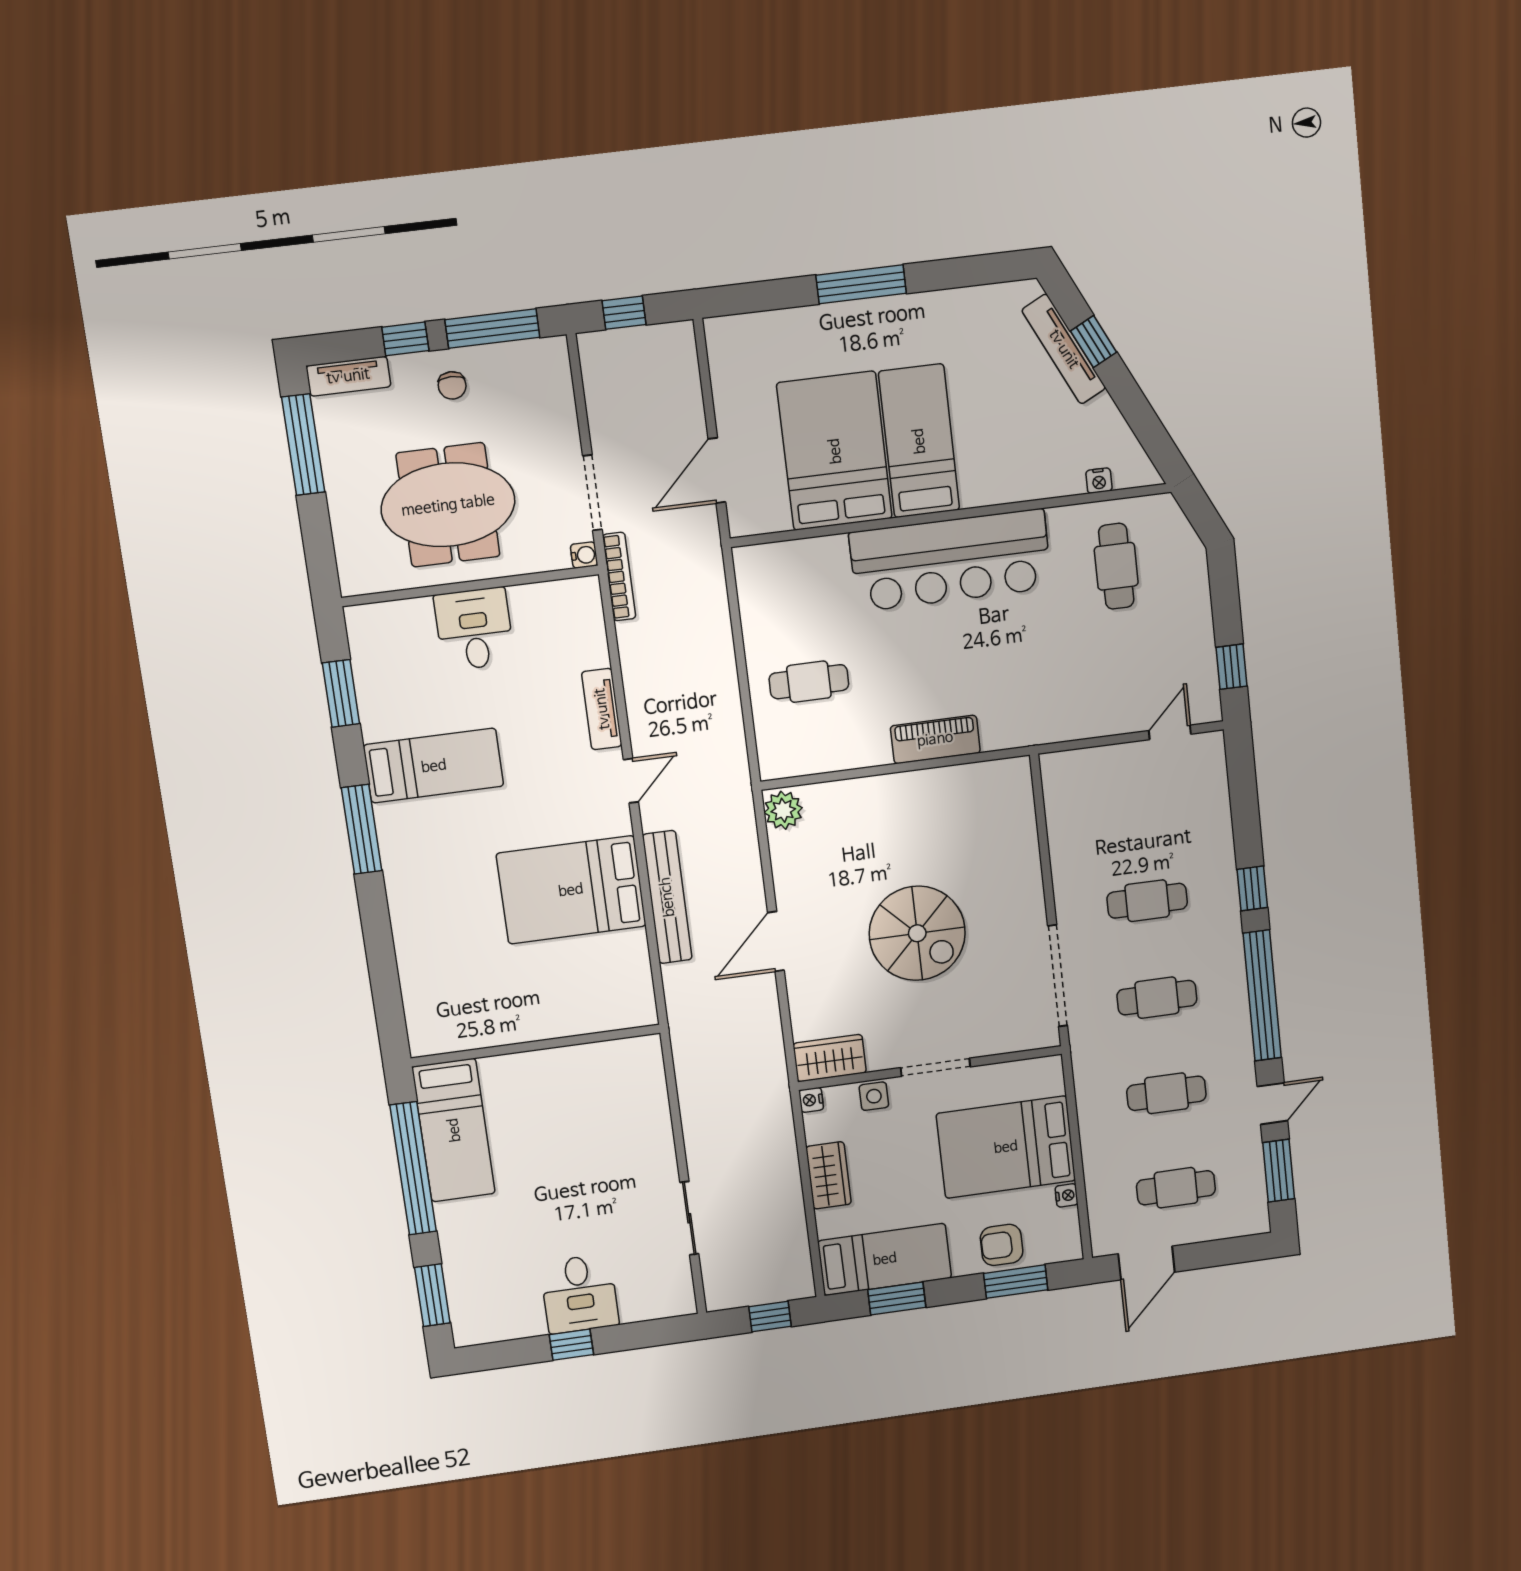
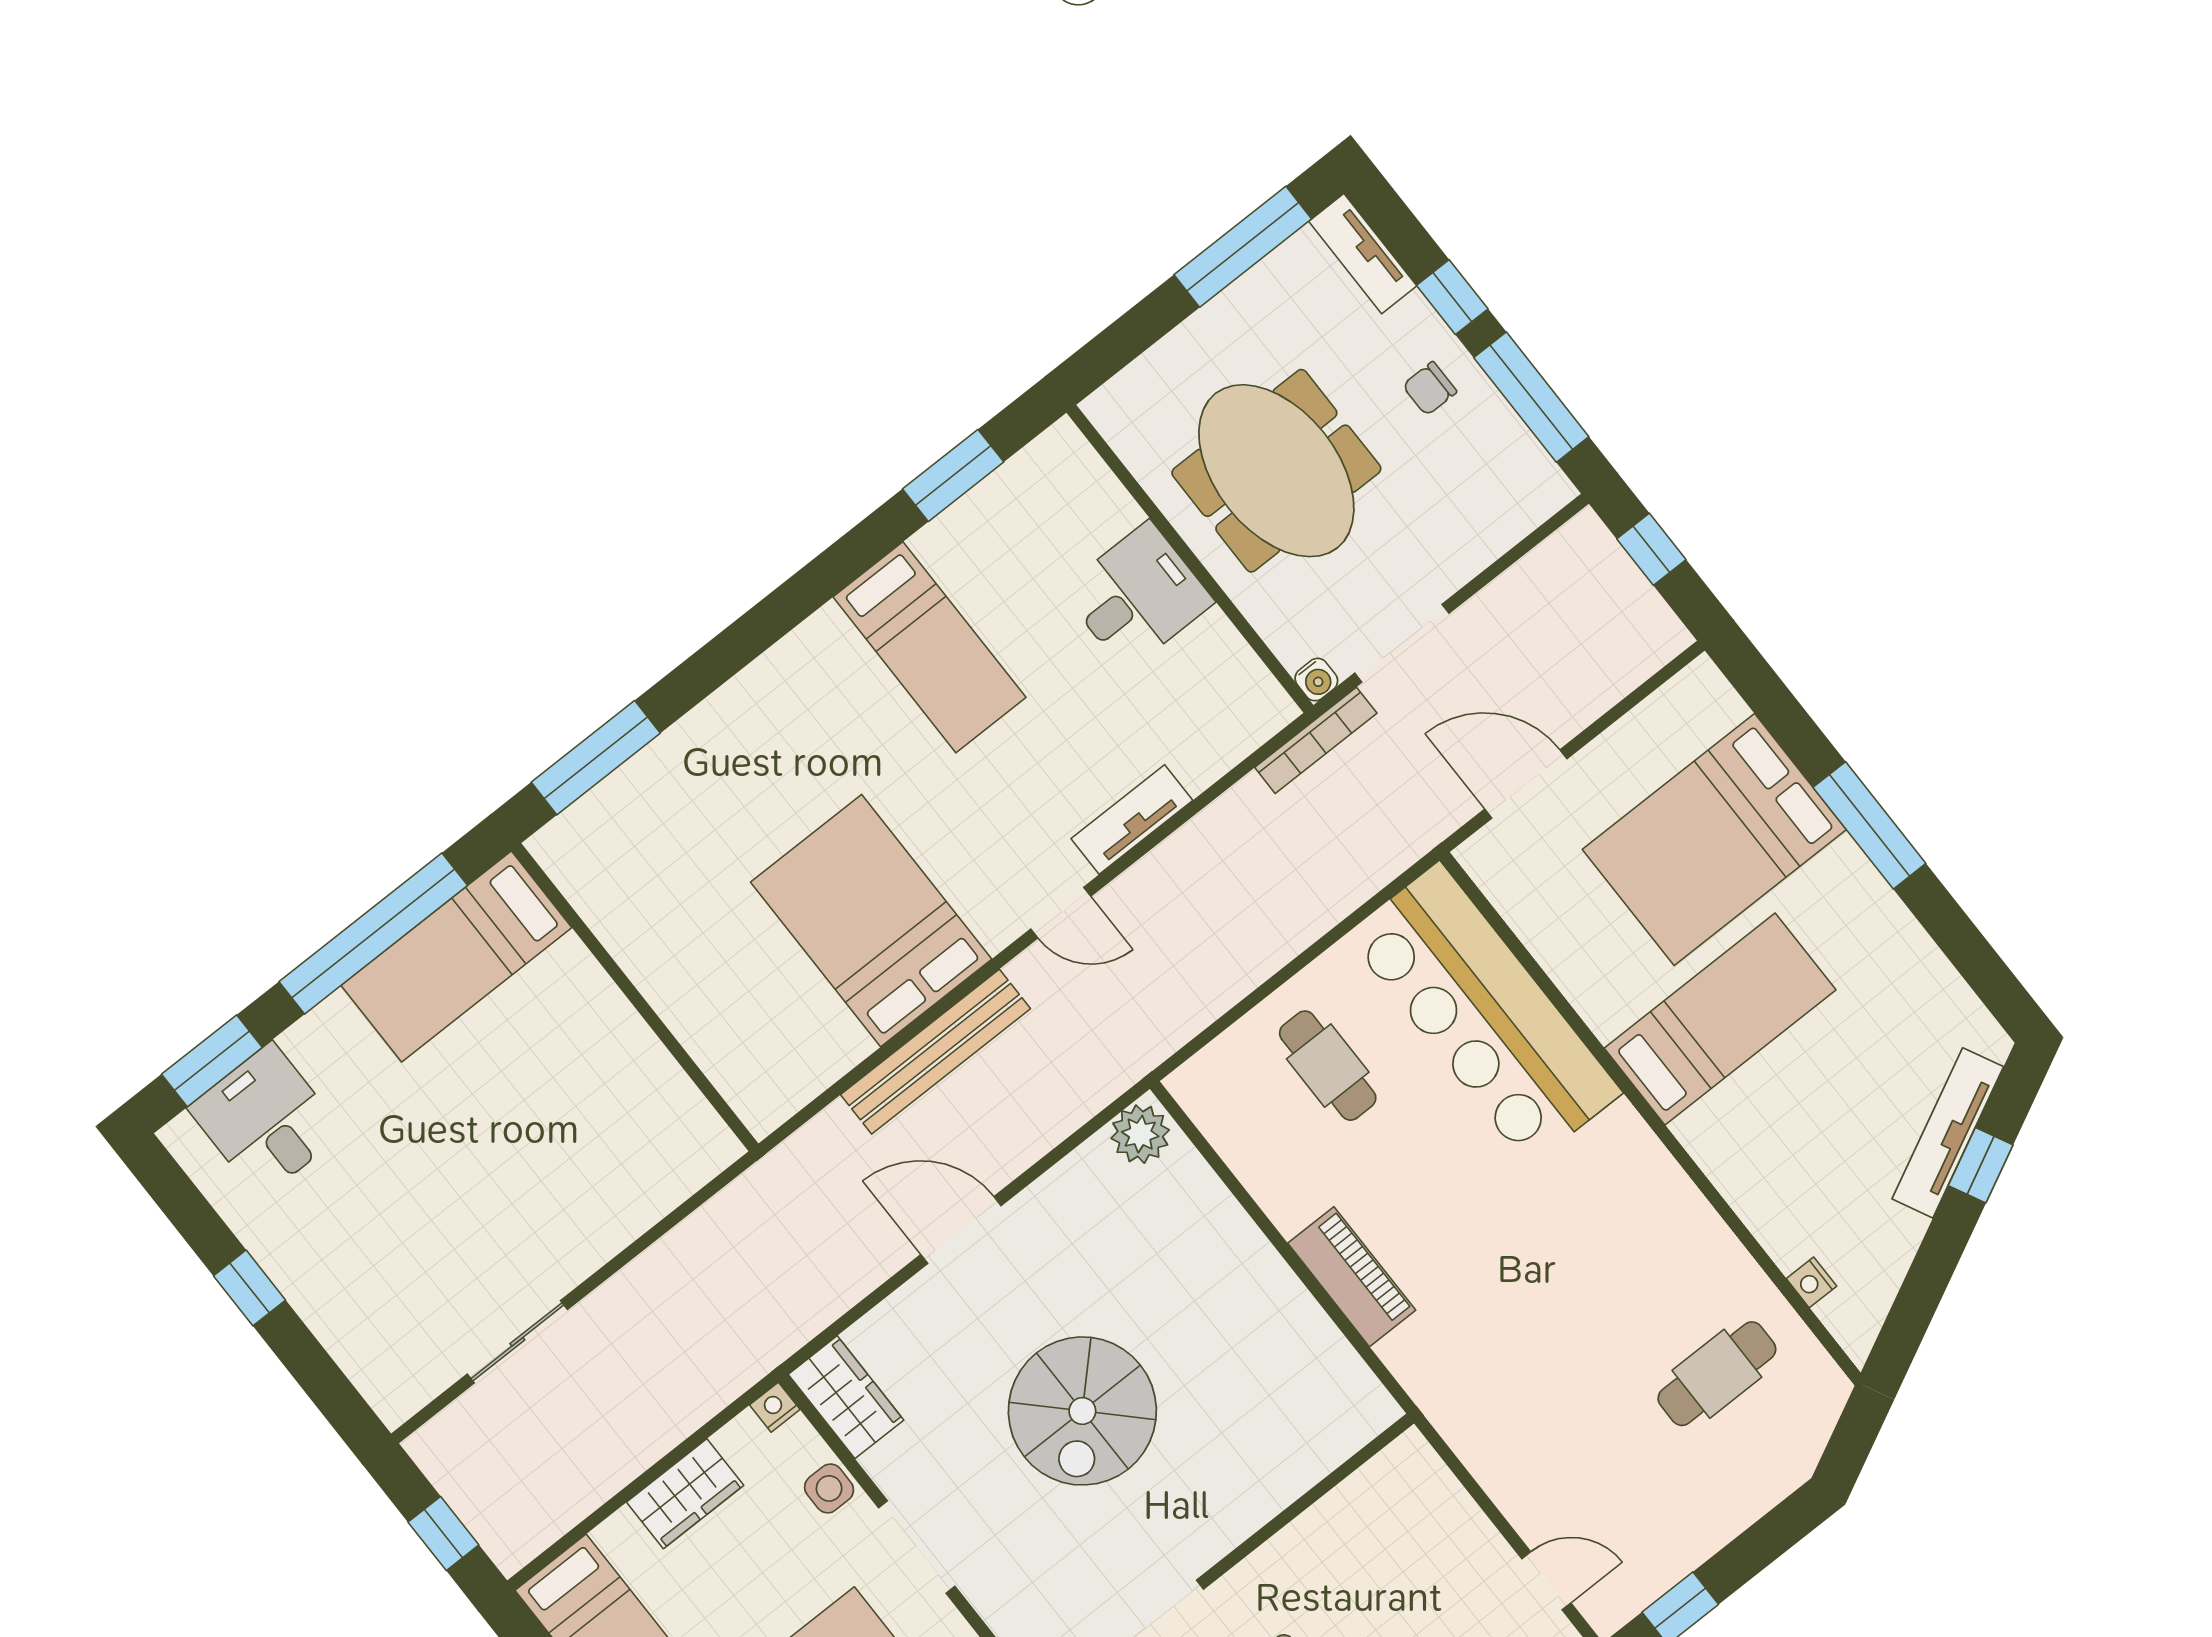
bed: (835, 451) -> (1714, 840), moved, turned 180
bar counter: (951, 560) -> (1484, 1014), moved
window: (362, 829) -> (596, 758), moved
desk: (580, 1294) -> (266, 1120), moved, turned 90

